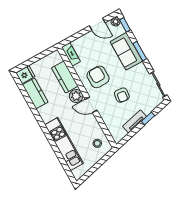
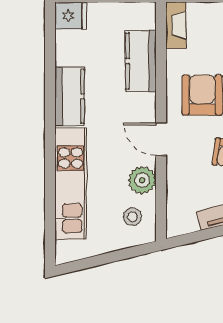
kitchen counter: (35, 93) -> (70, 96), moved
plant: (76, 96) -> (142, 180), moved

